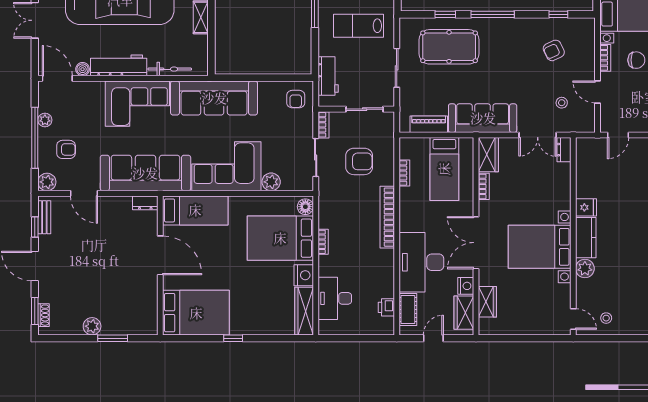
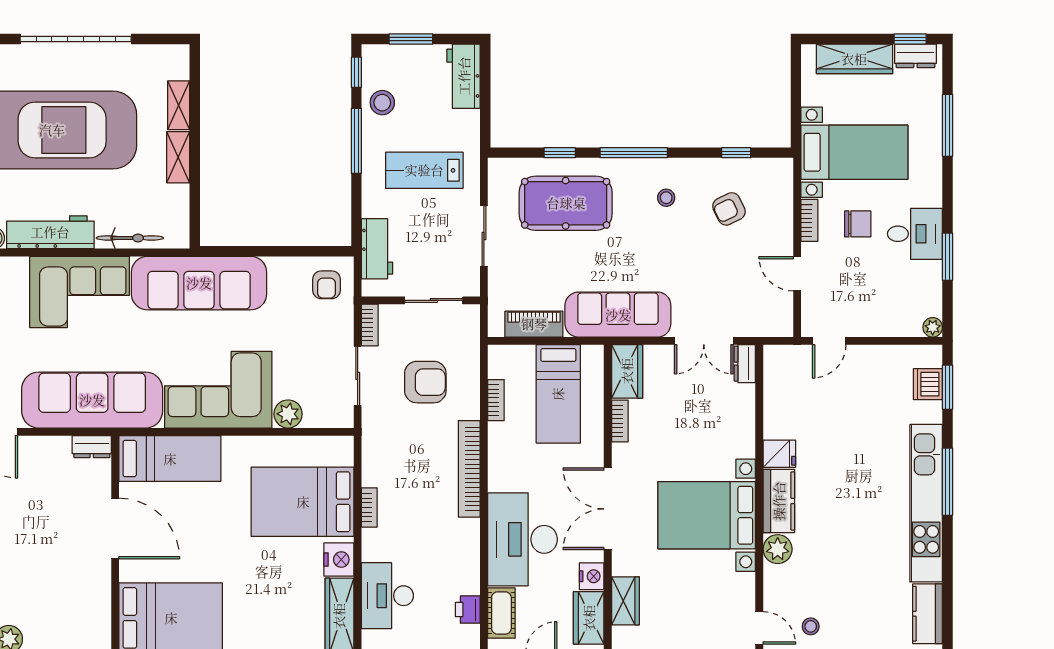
stool: (562, 103) -> (666, 198), moved
floor lamp: (305, 207) -> (341, 453), removed

